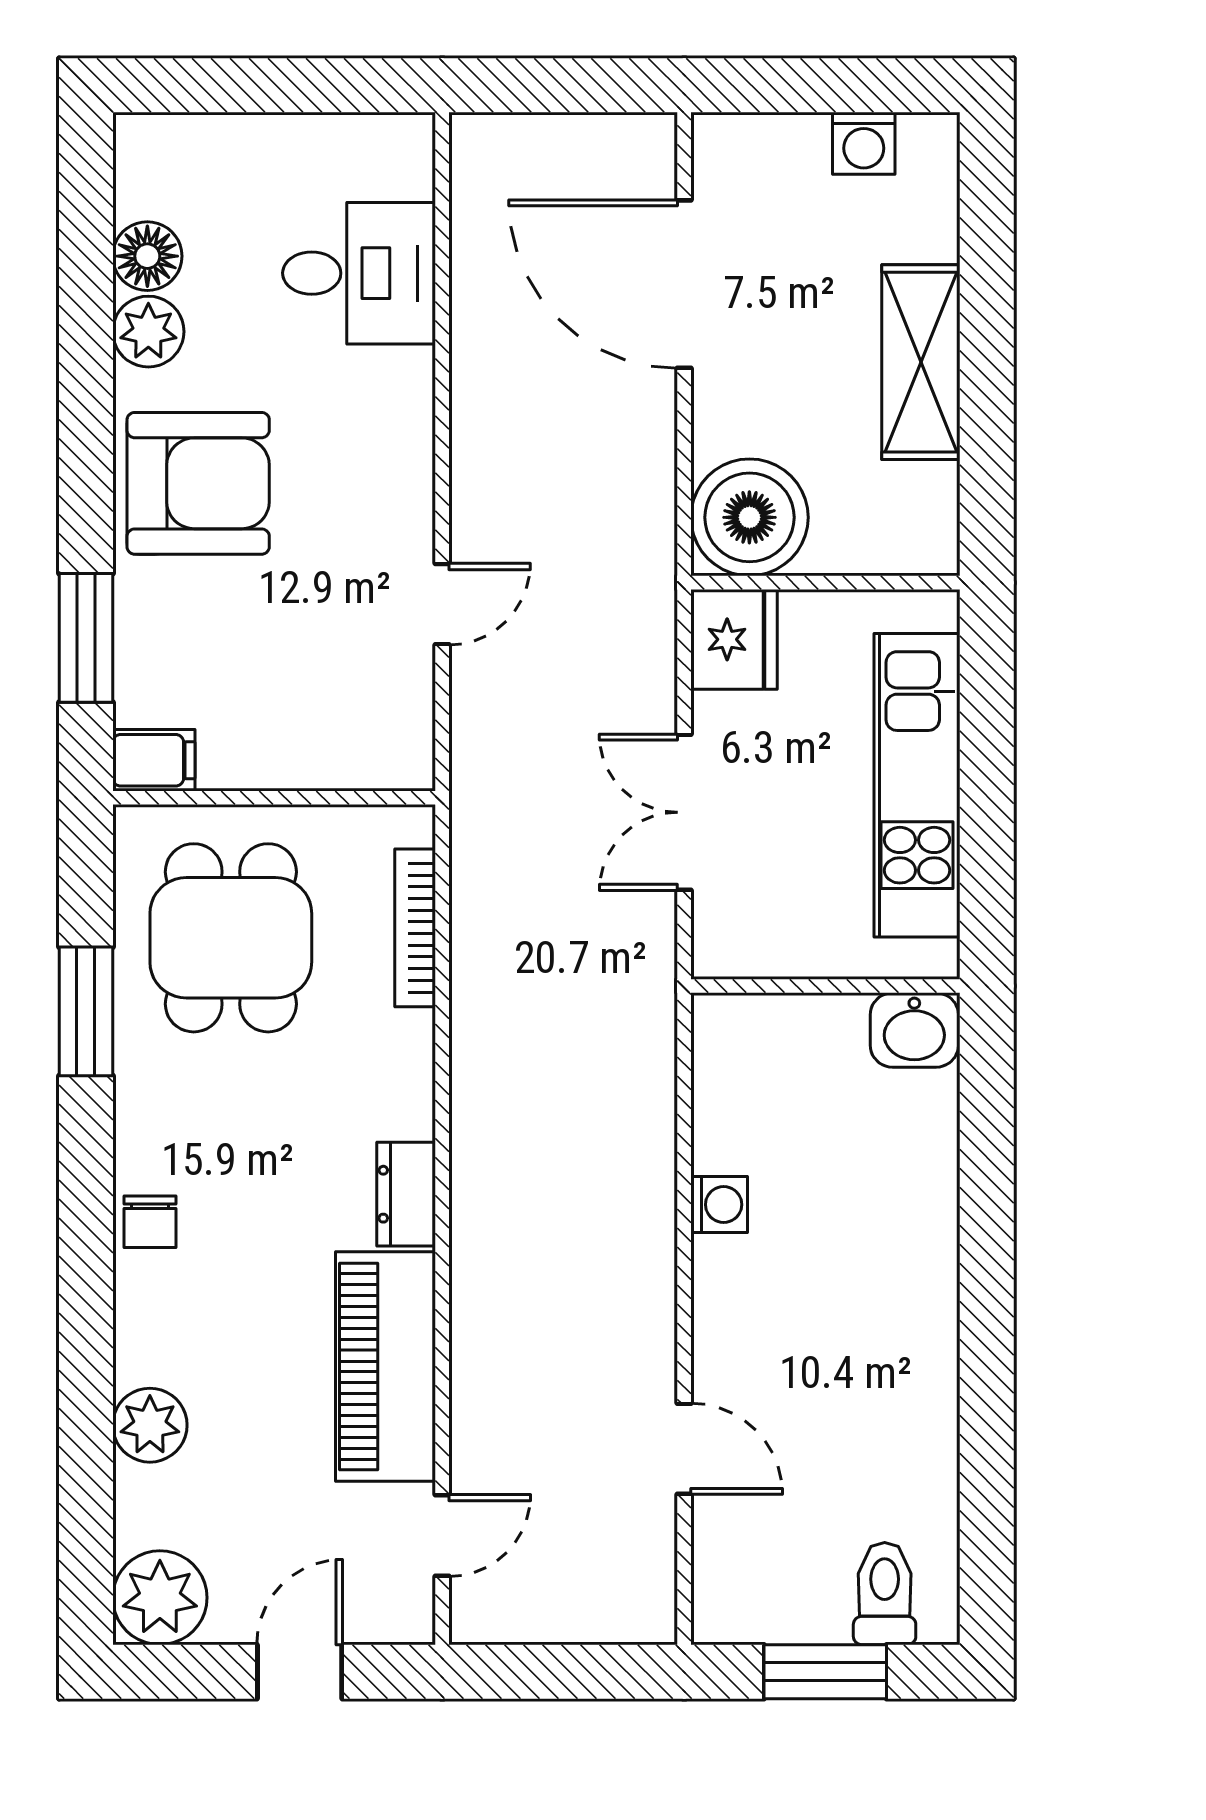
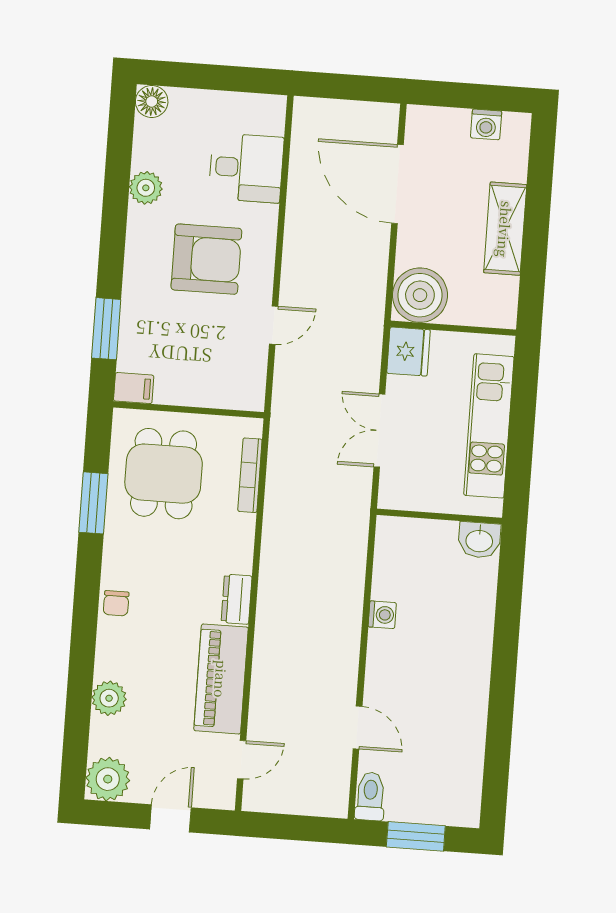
floor lamp: (147, 256) -> (152, 101), moved
armchair: (198, 483) -> (206, 259), moved
toilet: (885, 1594) -> (370, 796), moved

